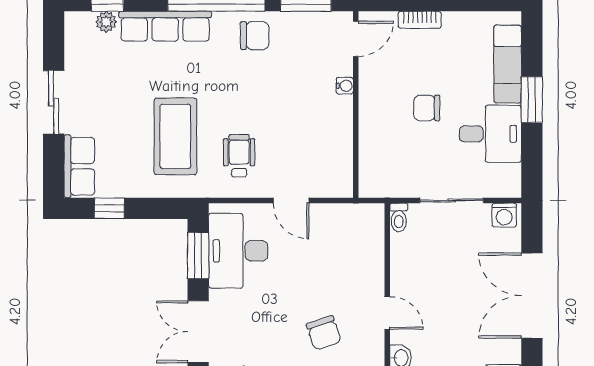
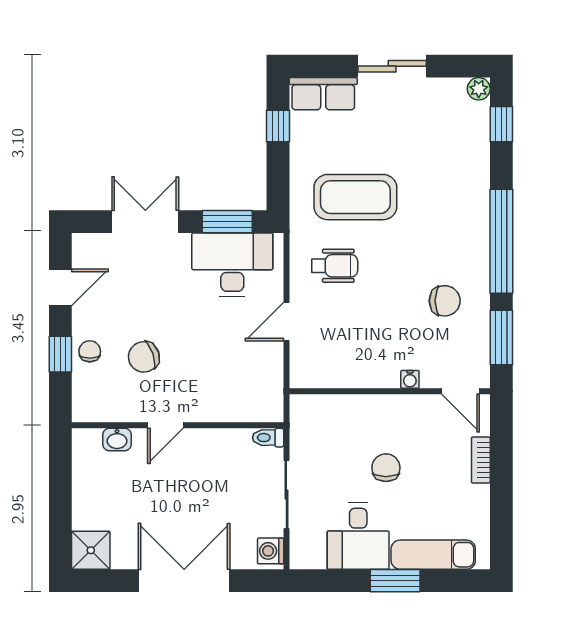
plant: (106, 22) -> (479, 89), moved
row of seats: (165, 26) -> (474, 186), removed
chair: (255, 36) -> (445, 301), moved, turned -90

